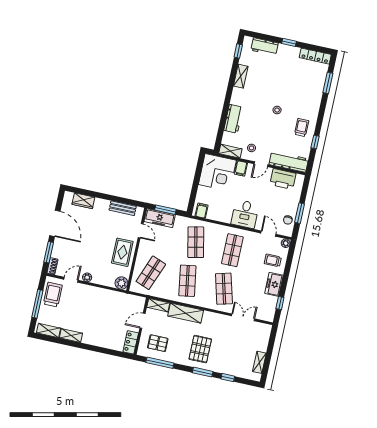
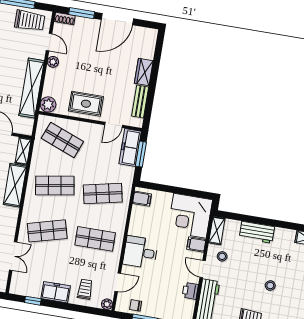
printer: (283, 179) -> (190, 291), width x0.53, depth x0.68
wardrobe: (83, 201) -> (144, 72), moved
shelving: (108, 296) -> (32, 88), added

